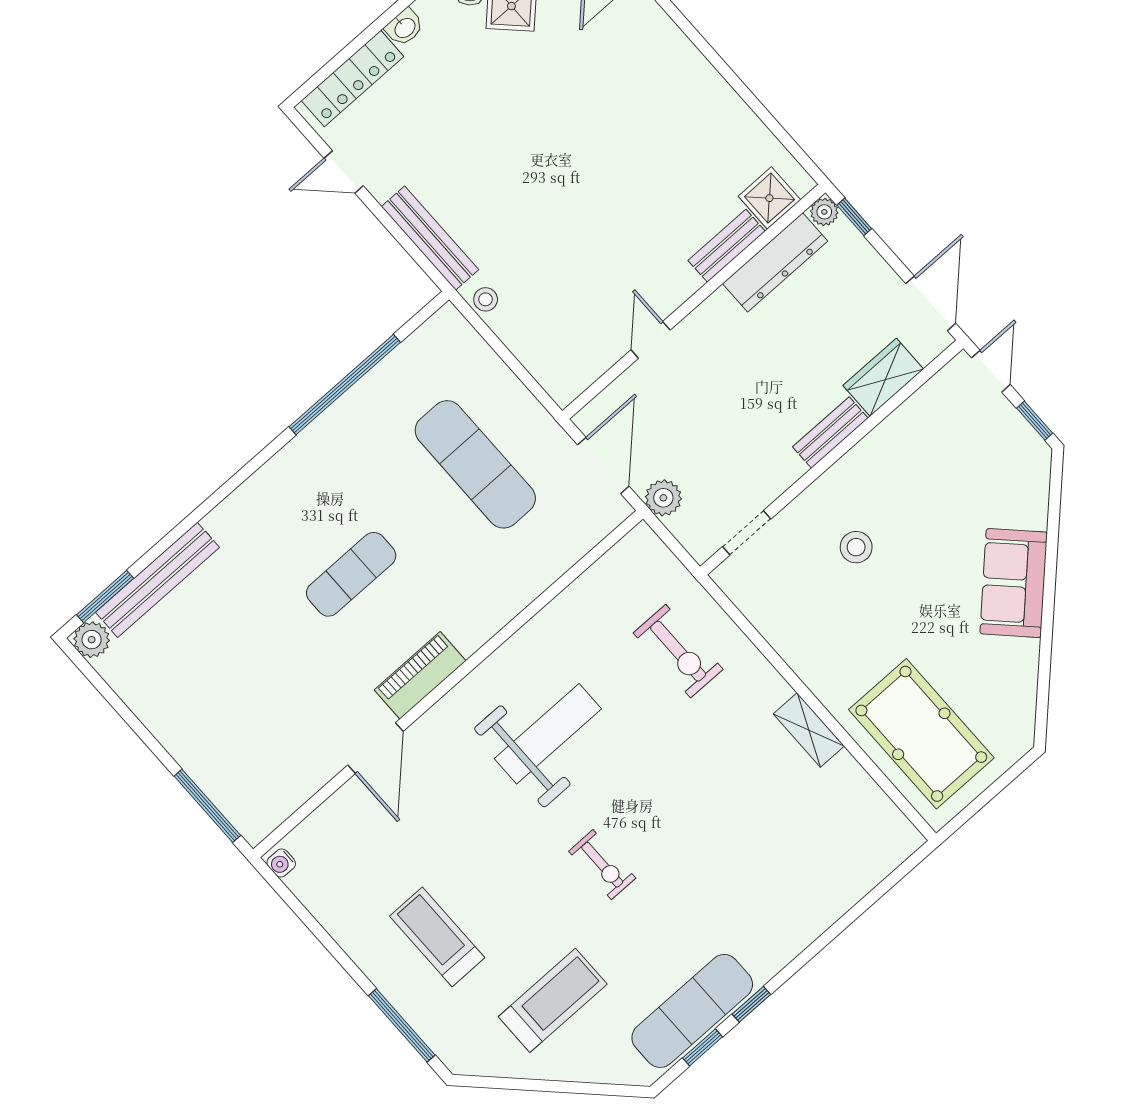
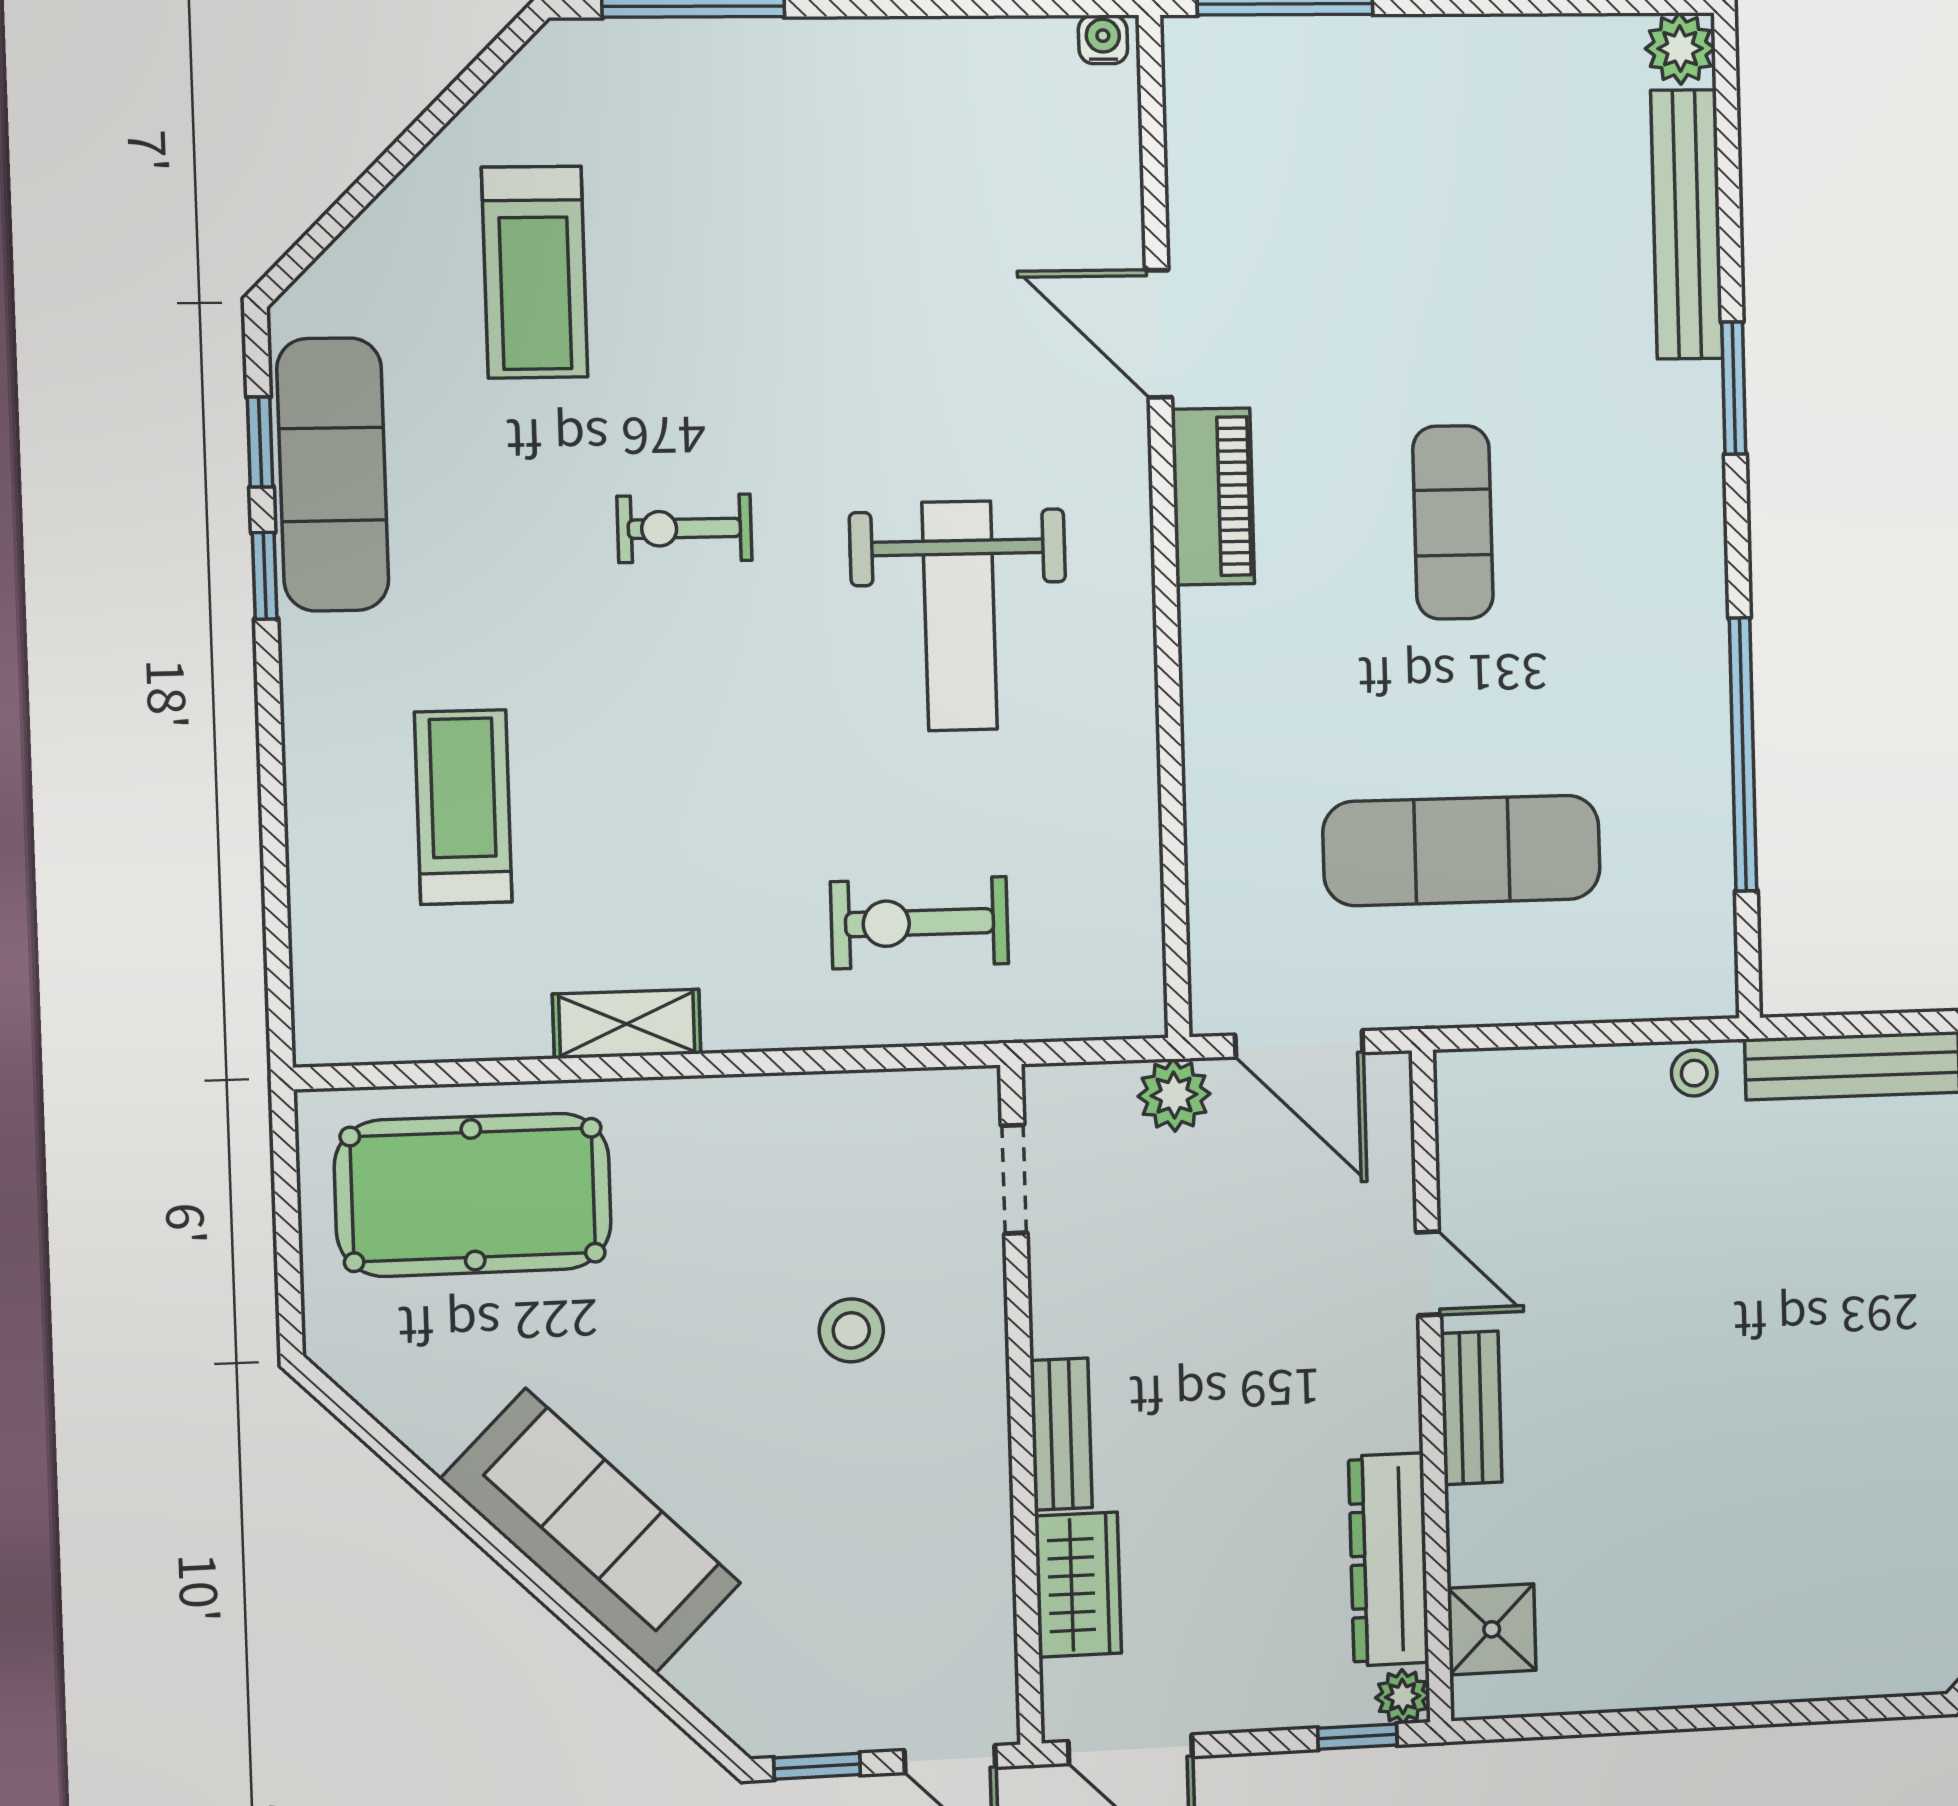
bench: (727, 246) -> (1471, 1408), moved
sofa: (1014, 583) -> (591, 1531), width x1.36
window: (105, 596) -> (1734, 388), moved
treadmill: (437, 937) -> (463, 807), moved, turned -90

